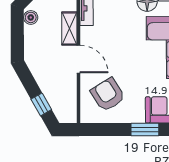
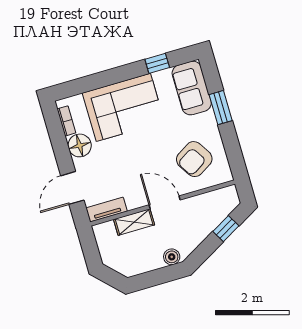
boiler: (31, 17) -> (172, 257), moved
door: (78, 59) -> (165, 202), hinge flipped

